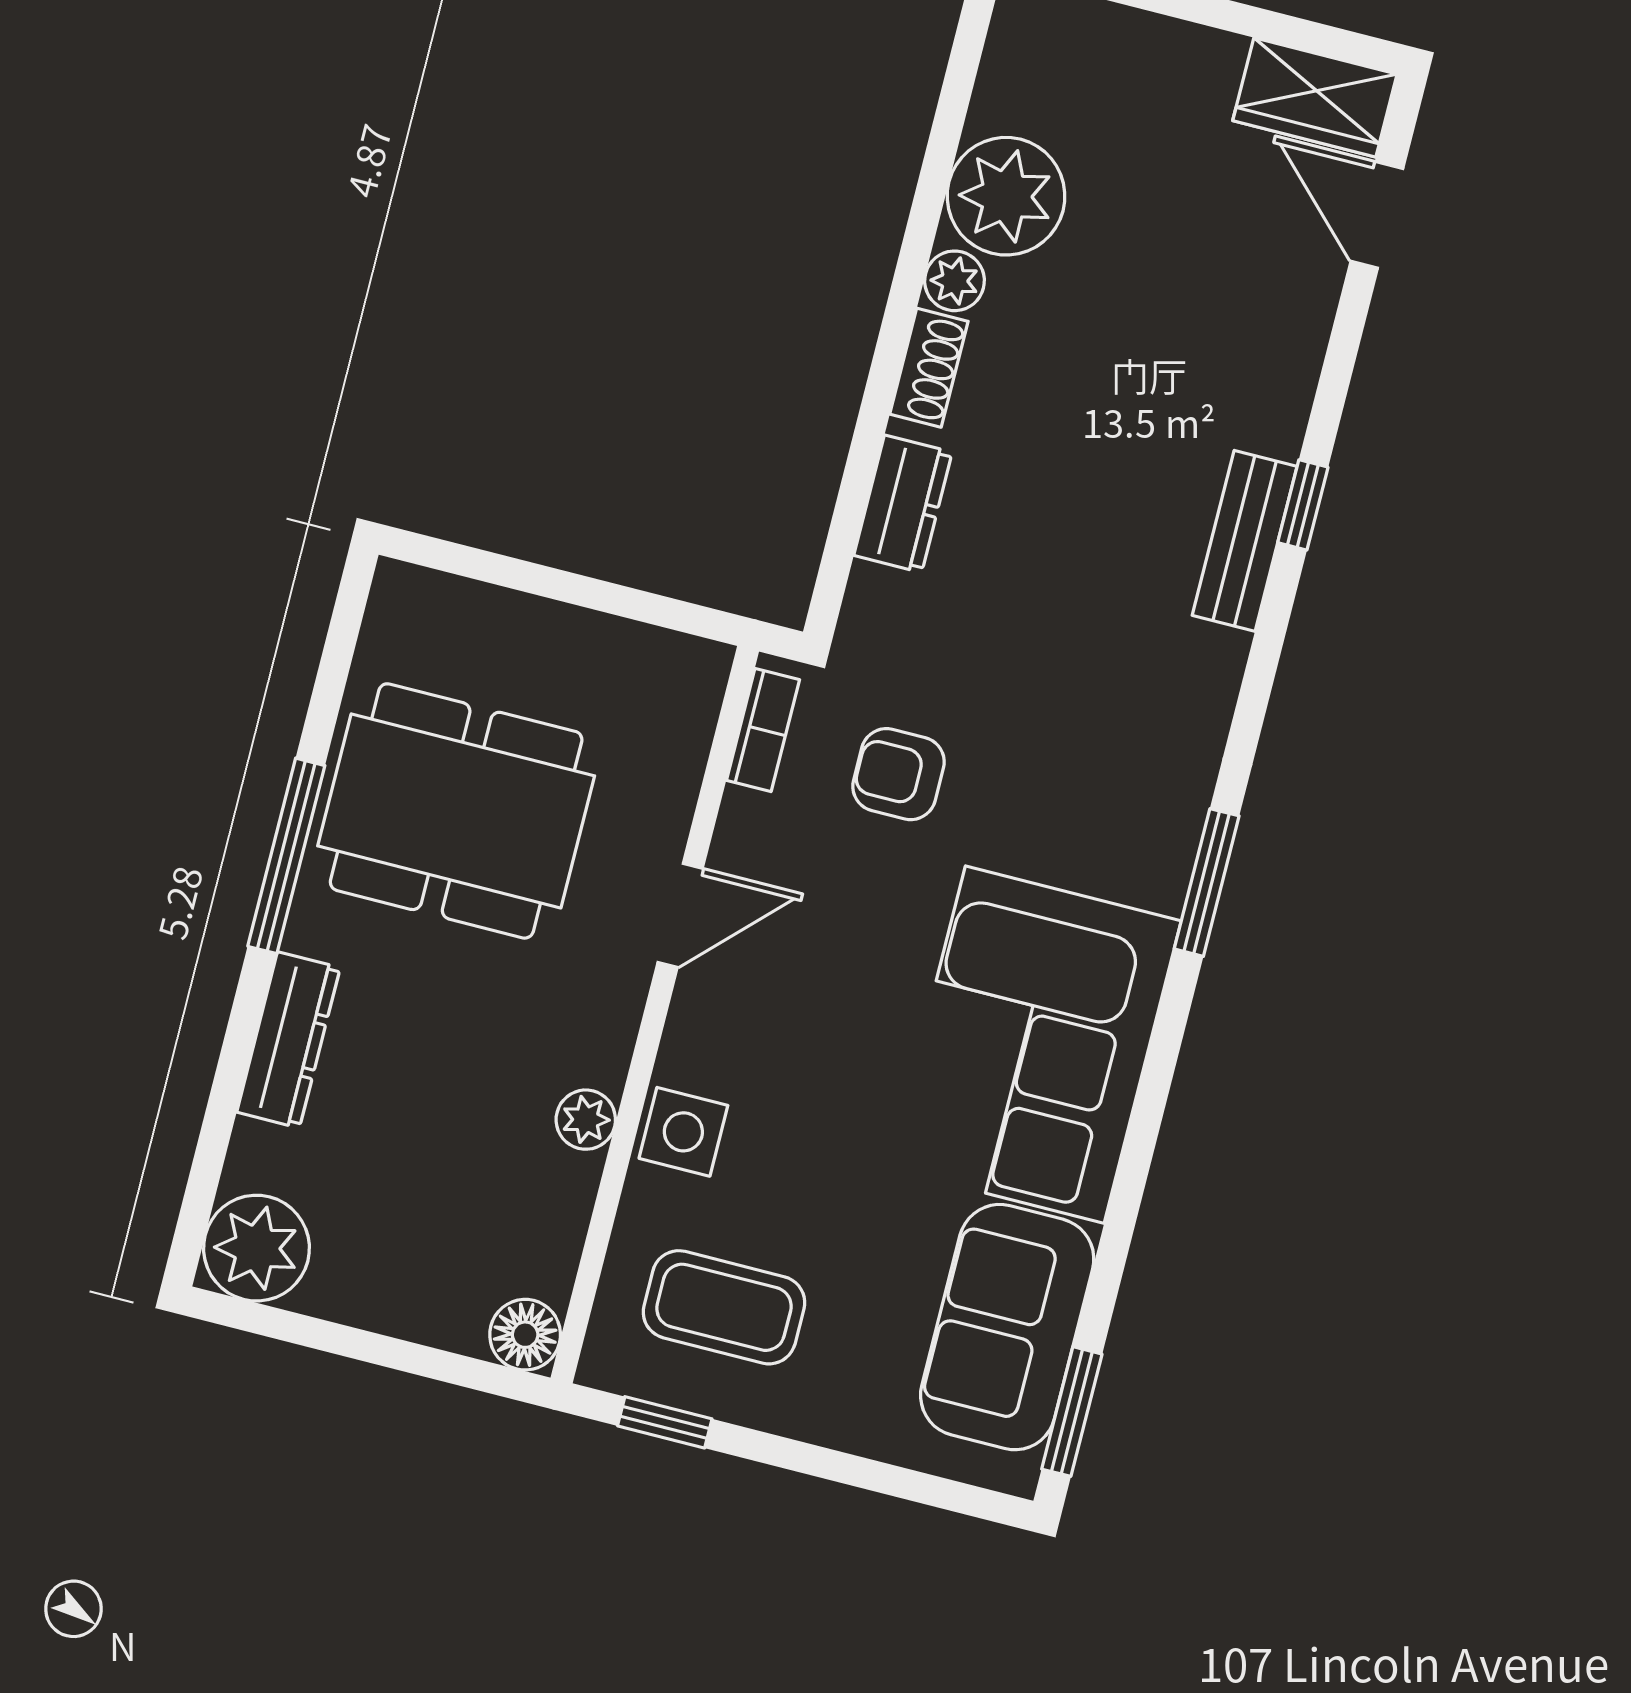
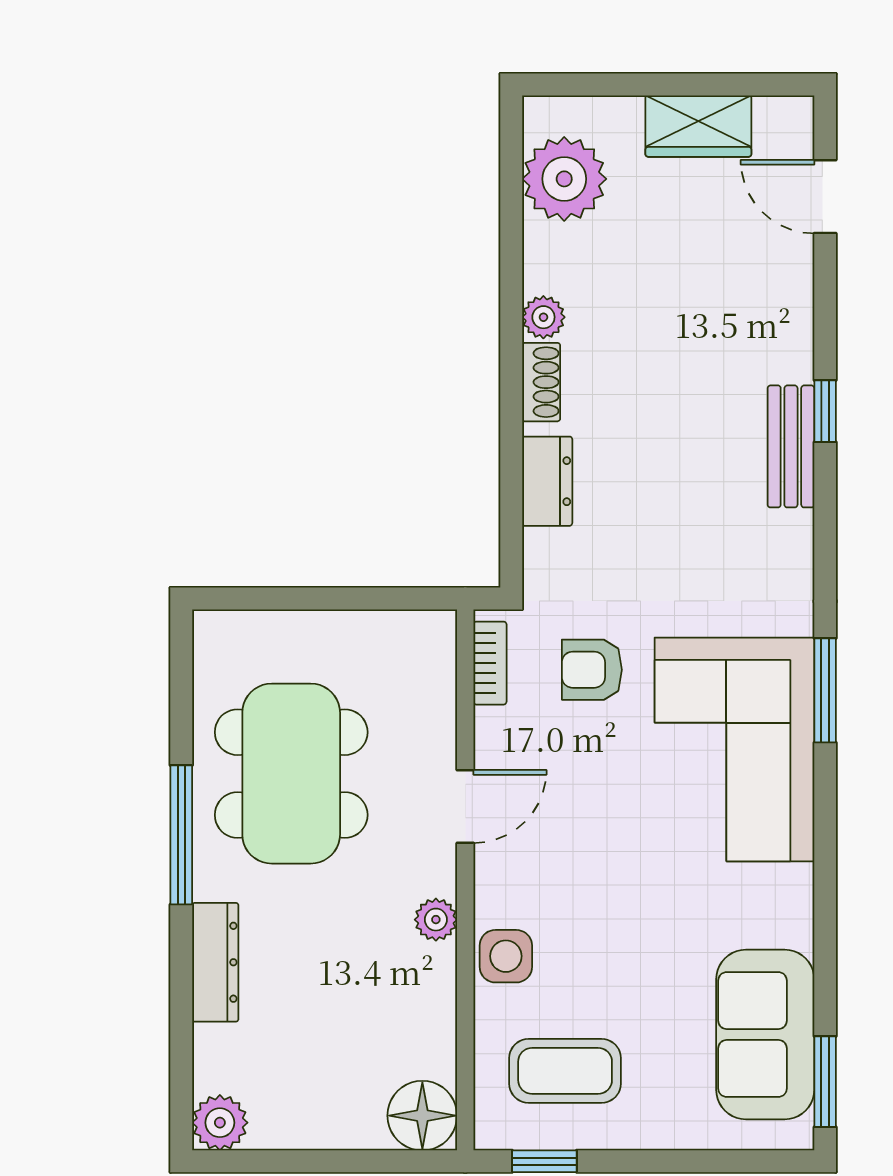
wardrobe: (1315, 97) -> (698, 126), moved
plant: (1006, 196) -> (564, 179), moved
dining table: (456, 811) -> (291, 774), turned 90
corner sofa: (1035, 1045) -> (734, 749), moved
plant: (586, 1120) -> (436, 920), moved
plant: (256, 1248) -> (220, 1123), width x0.73, depth x0.73
floor lamp: (525, 1335) -> (422, 1116), width x1.38, depth x1.38

